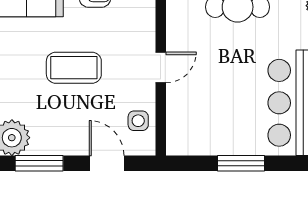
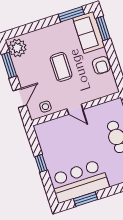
window: (241, 163) -> (41, 163), width x0.67

